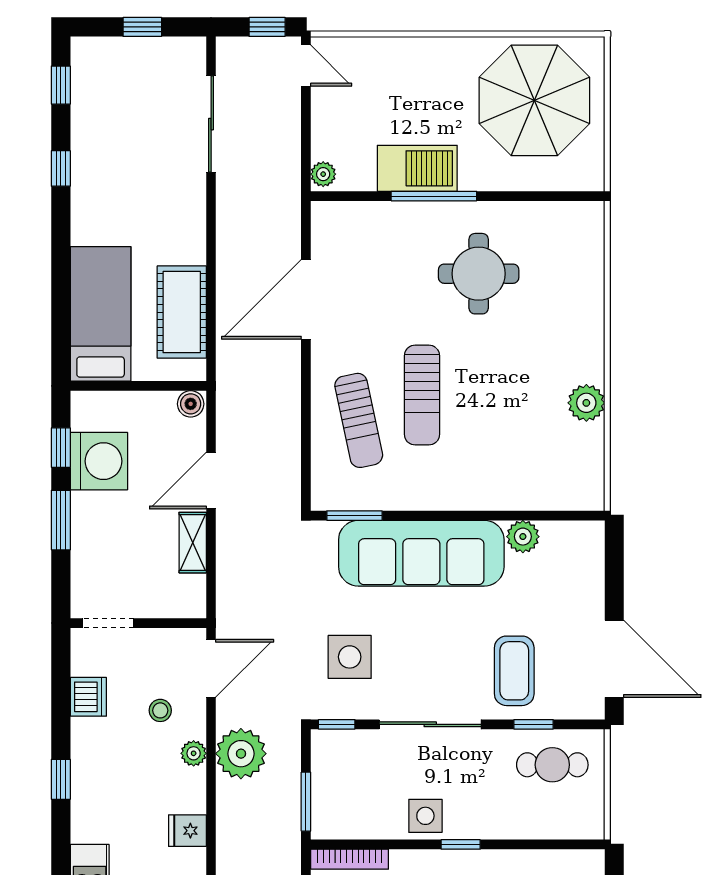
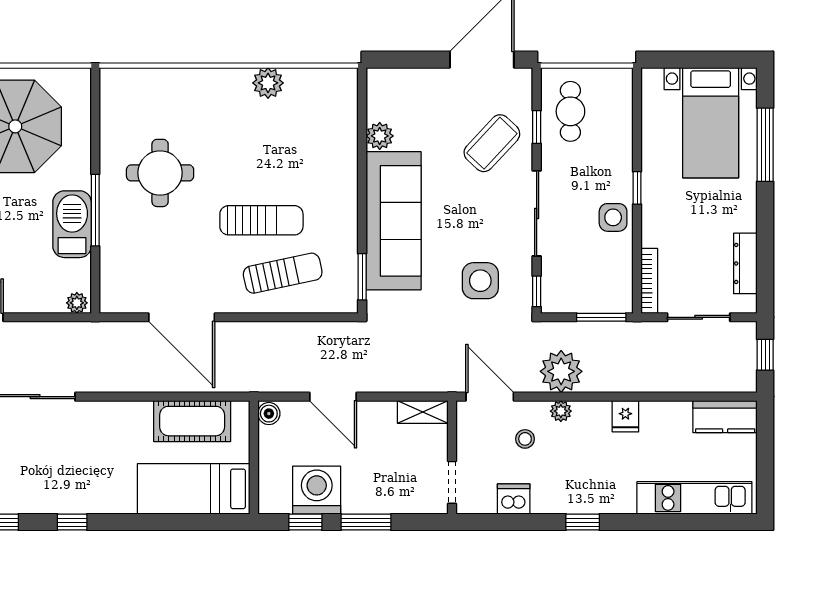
shelving: (193, 543) -> (423, 412), moved
coffee table: (514, 671) -> (492, 143), turned -47

